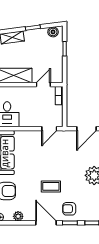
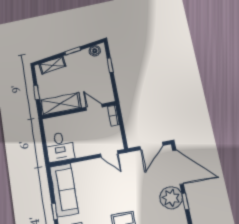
door: (43, 85) -> (94, 107), hinge flipped
door: (49, 129) -> (109, 154), hinge flipped

